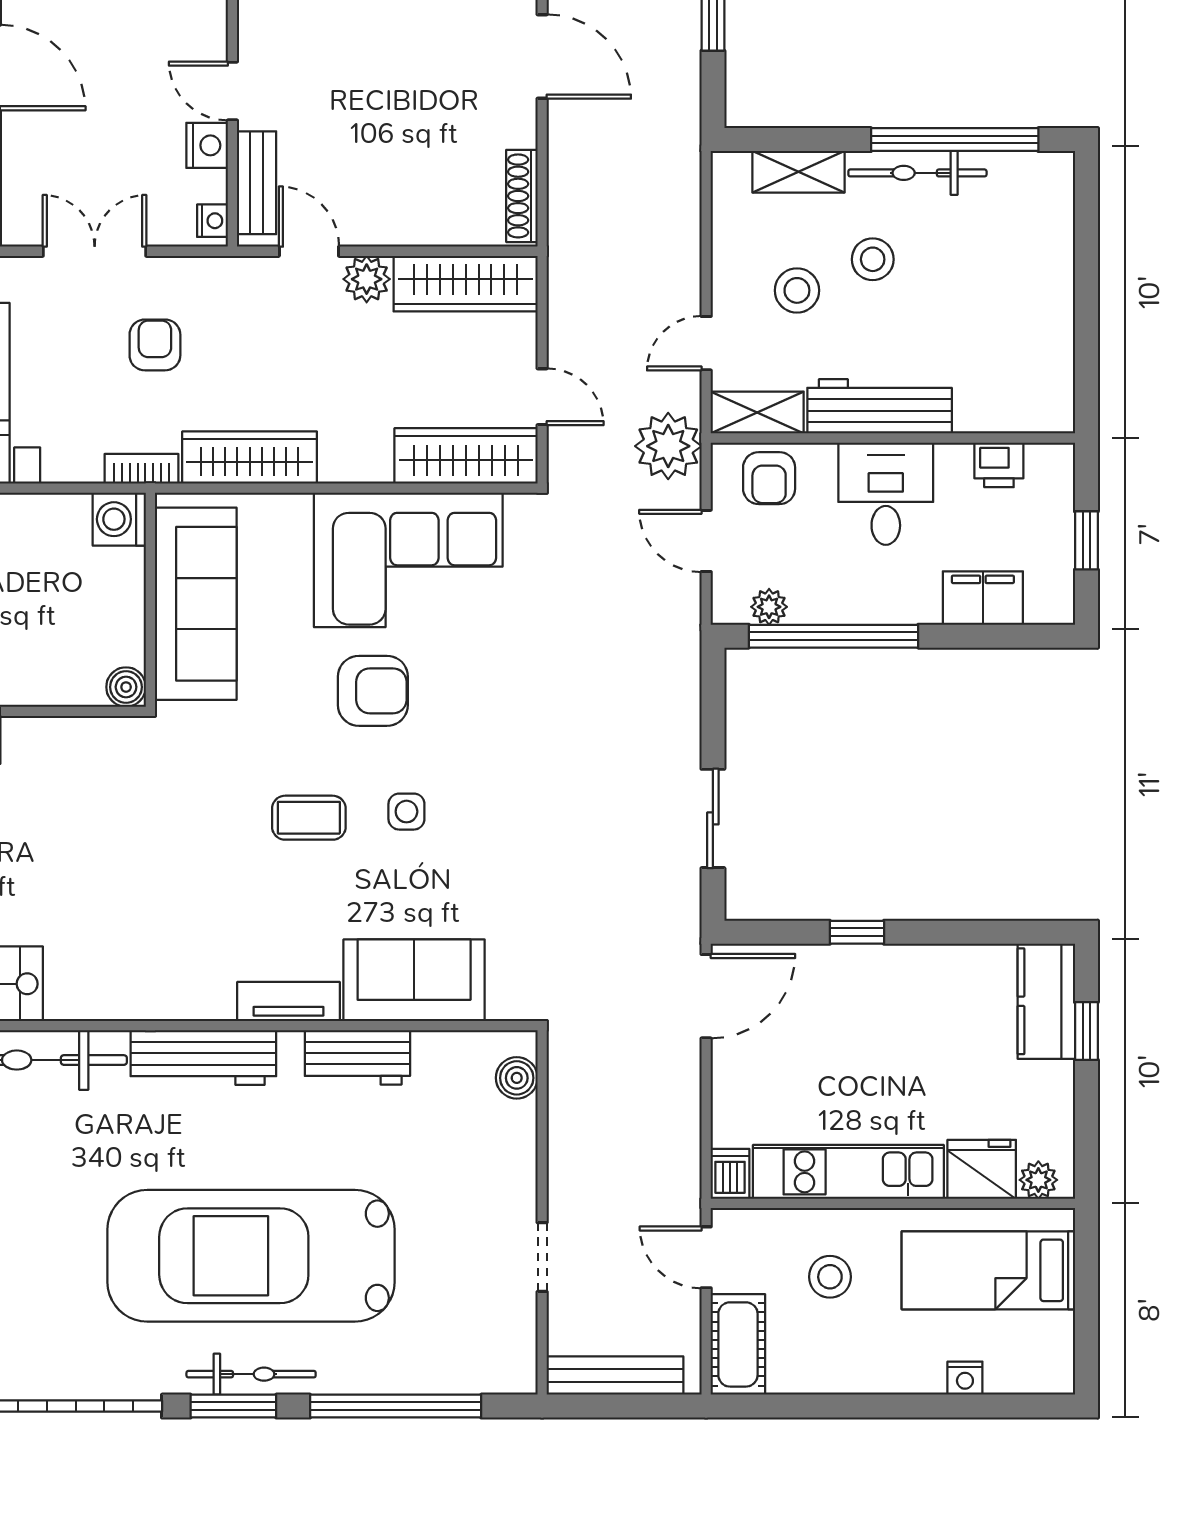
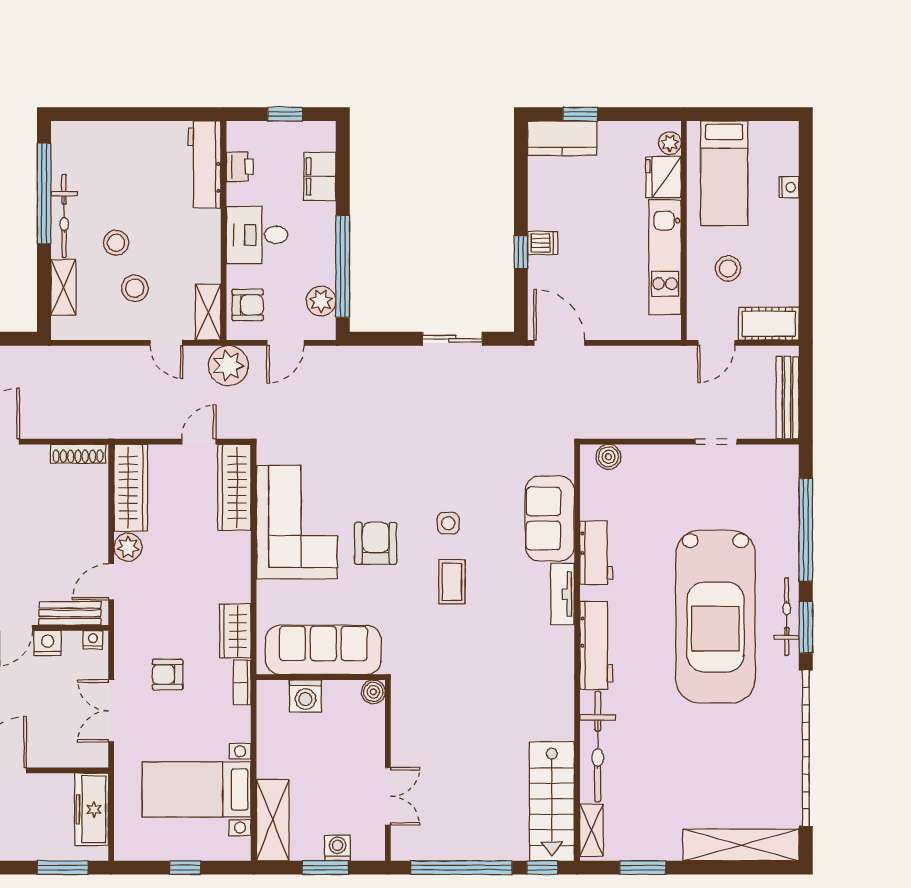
workbench: (880, 406) -> (204, 164), moved
wardrobe: (250, 457) -> (235, 631), width x0.67
washing machine: (119, 519) -> (305, 696), moved
plant: (769, 607) -> (321, 301), width x1.38, depth x1.38
dishwasher: (730, 1174) -> (543, 243), moved, turned 180

